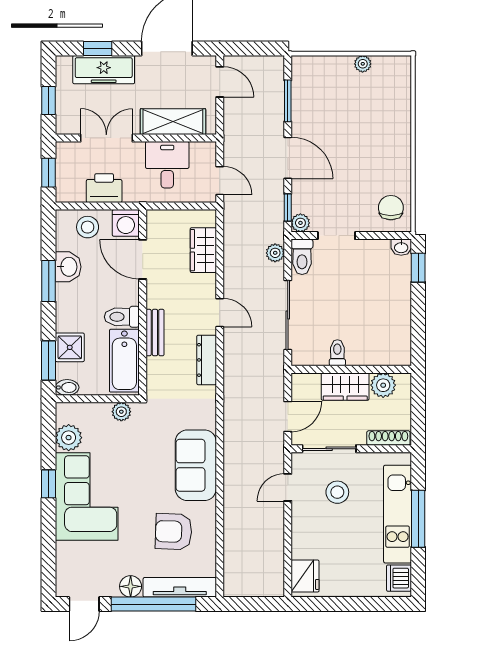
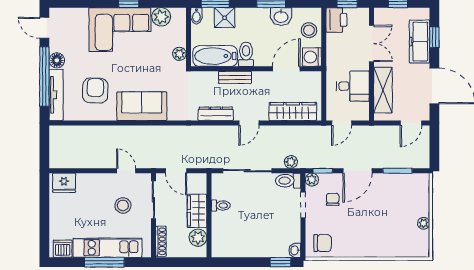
printer: (104, 188) -> (336, 20), moved
chair: (329, 193) -> (333, 199), added
wardrobe: (203, 250) -> (293, 111), width x1.50

